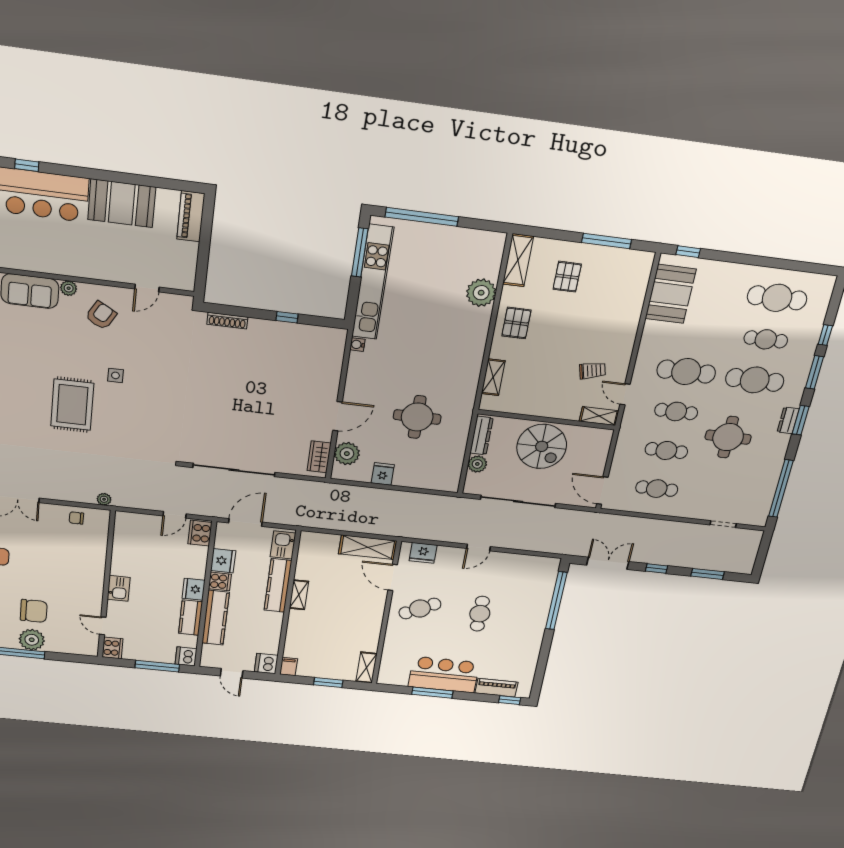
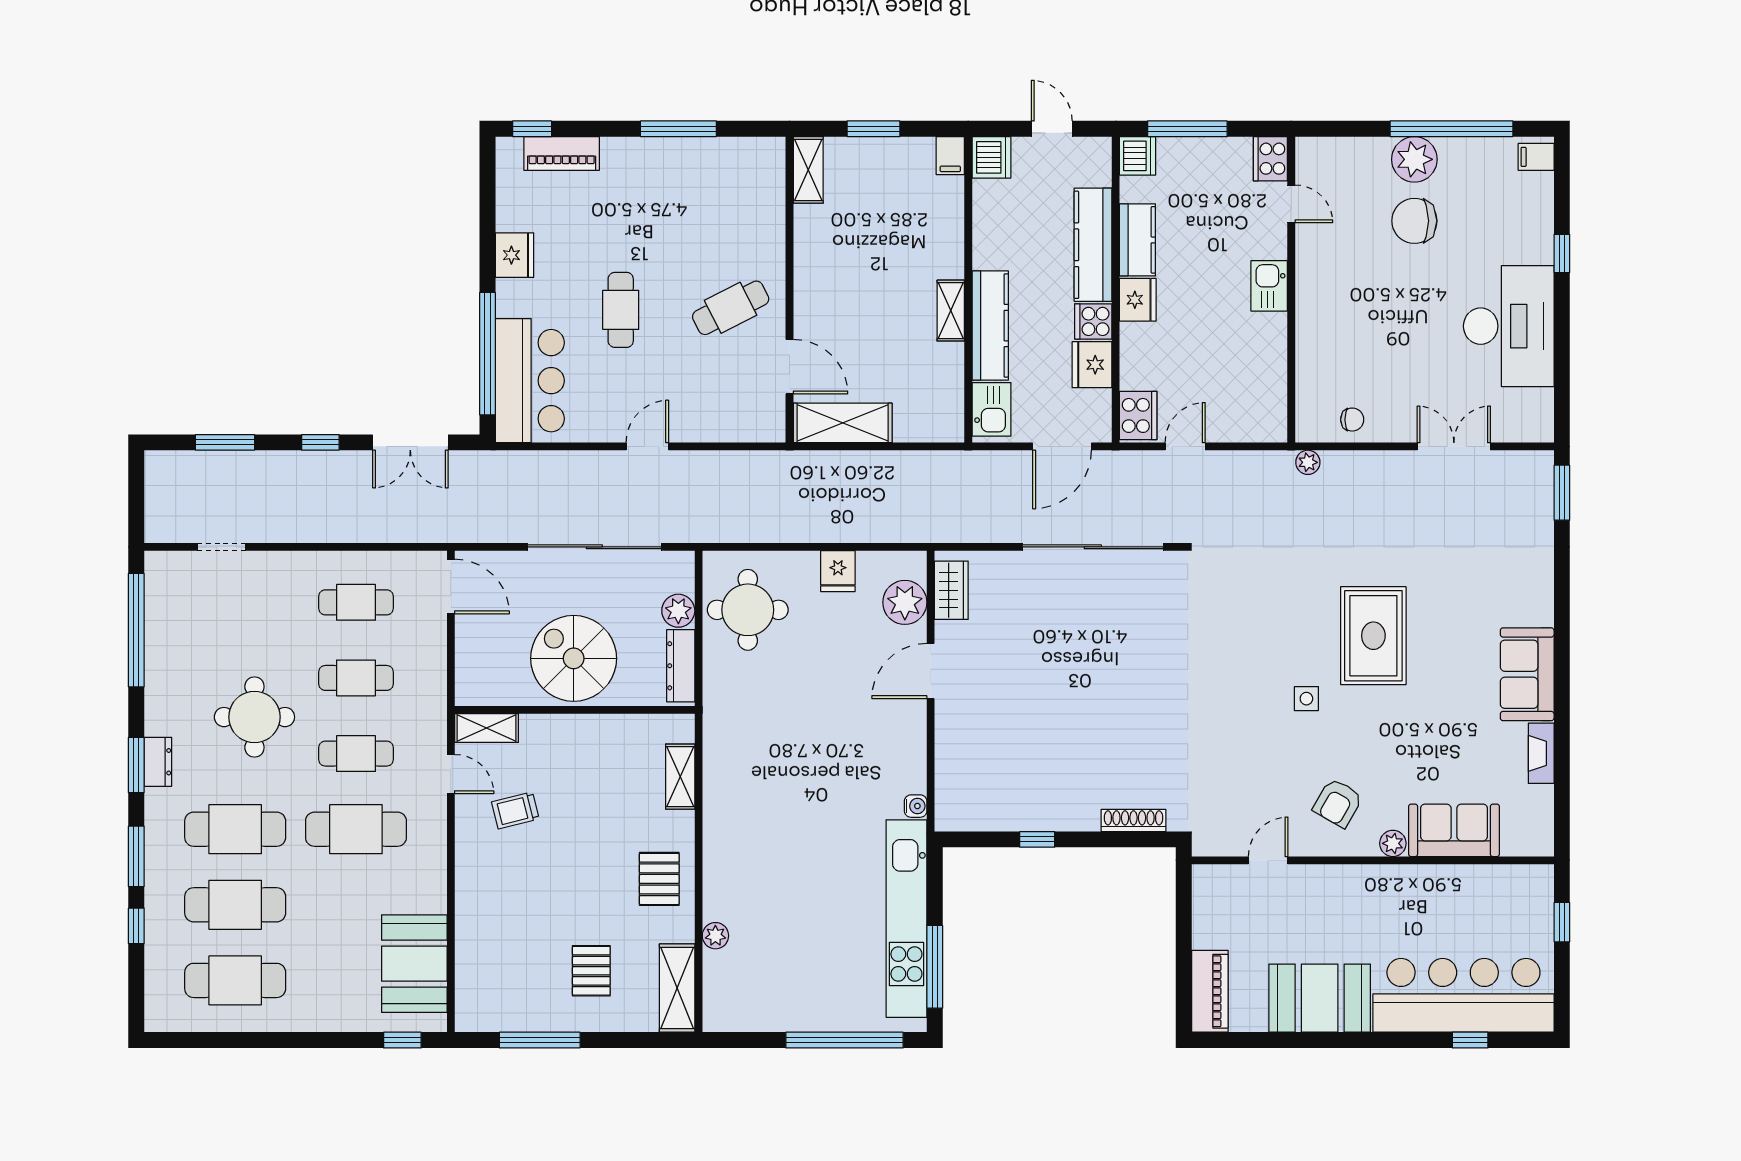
plant: (481, 293) -> (715, 936), width x0.53, depth x0.53
cafe table: (766, 339) -> (235, 905), width x1.37, depth x1.35
round table: (417, 417) -> (748, 610), moved
fridge: (423, 553) -> (515, 255), moved, turned 90
bar counter: (444, 675) -> (530, 381), moved, turned -90

